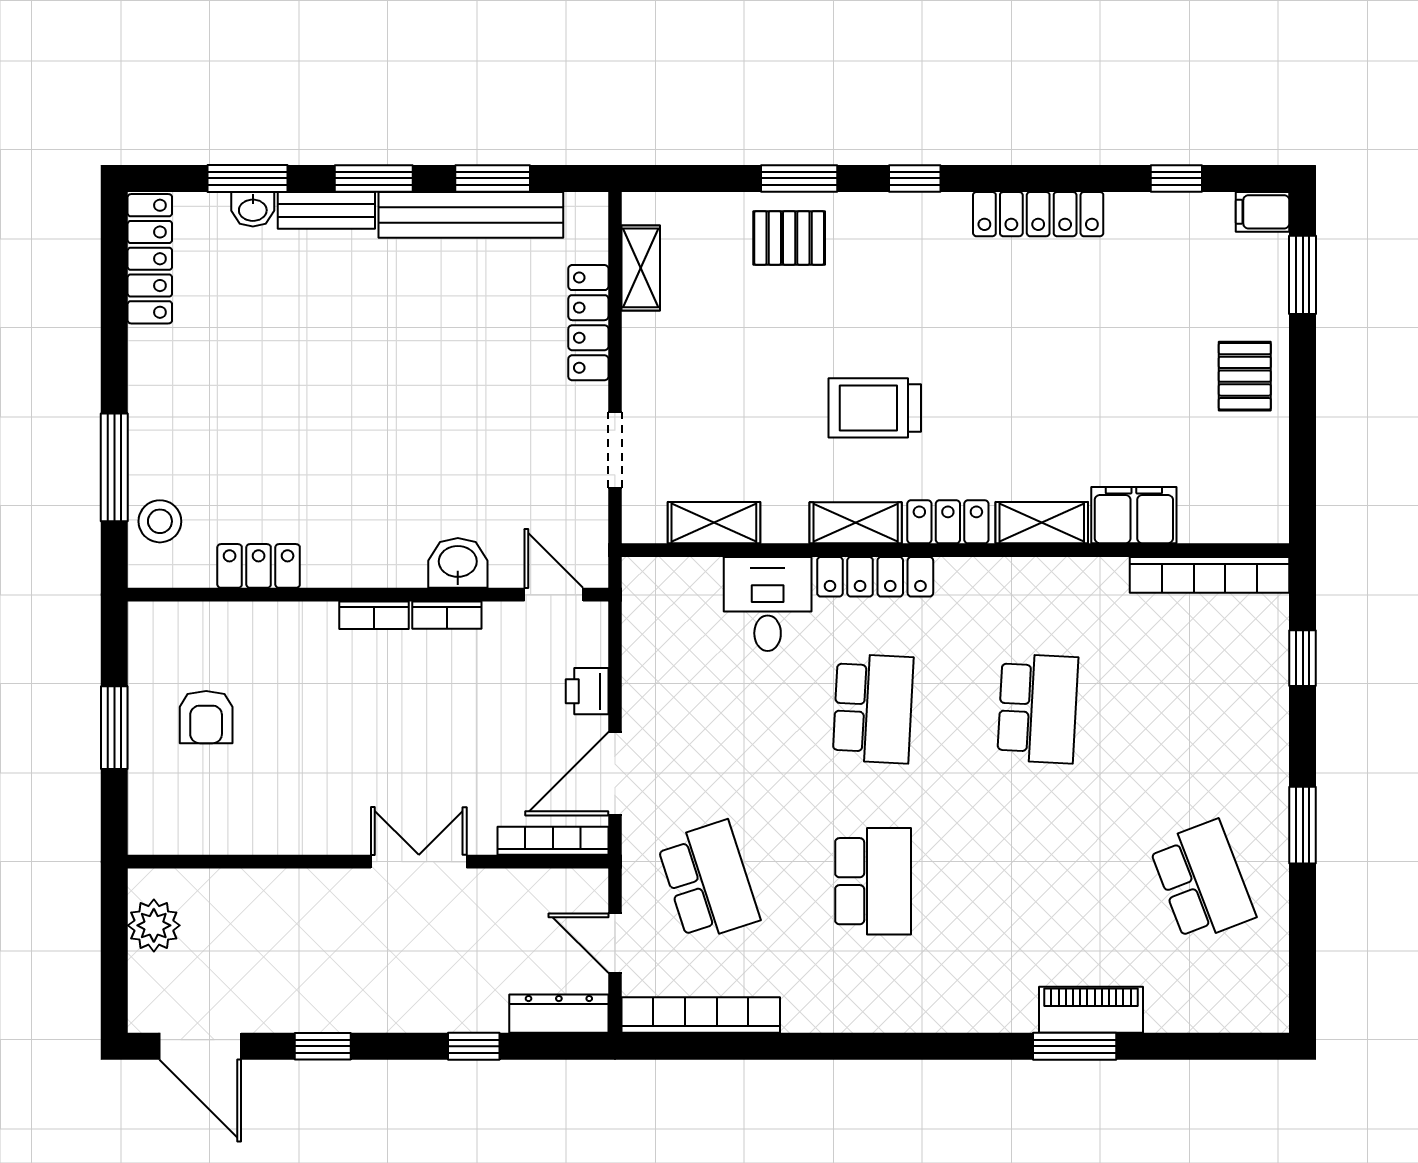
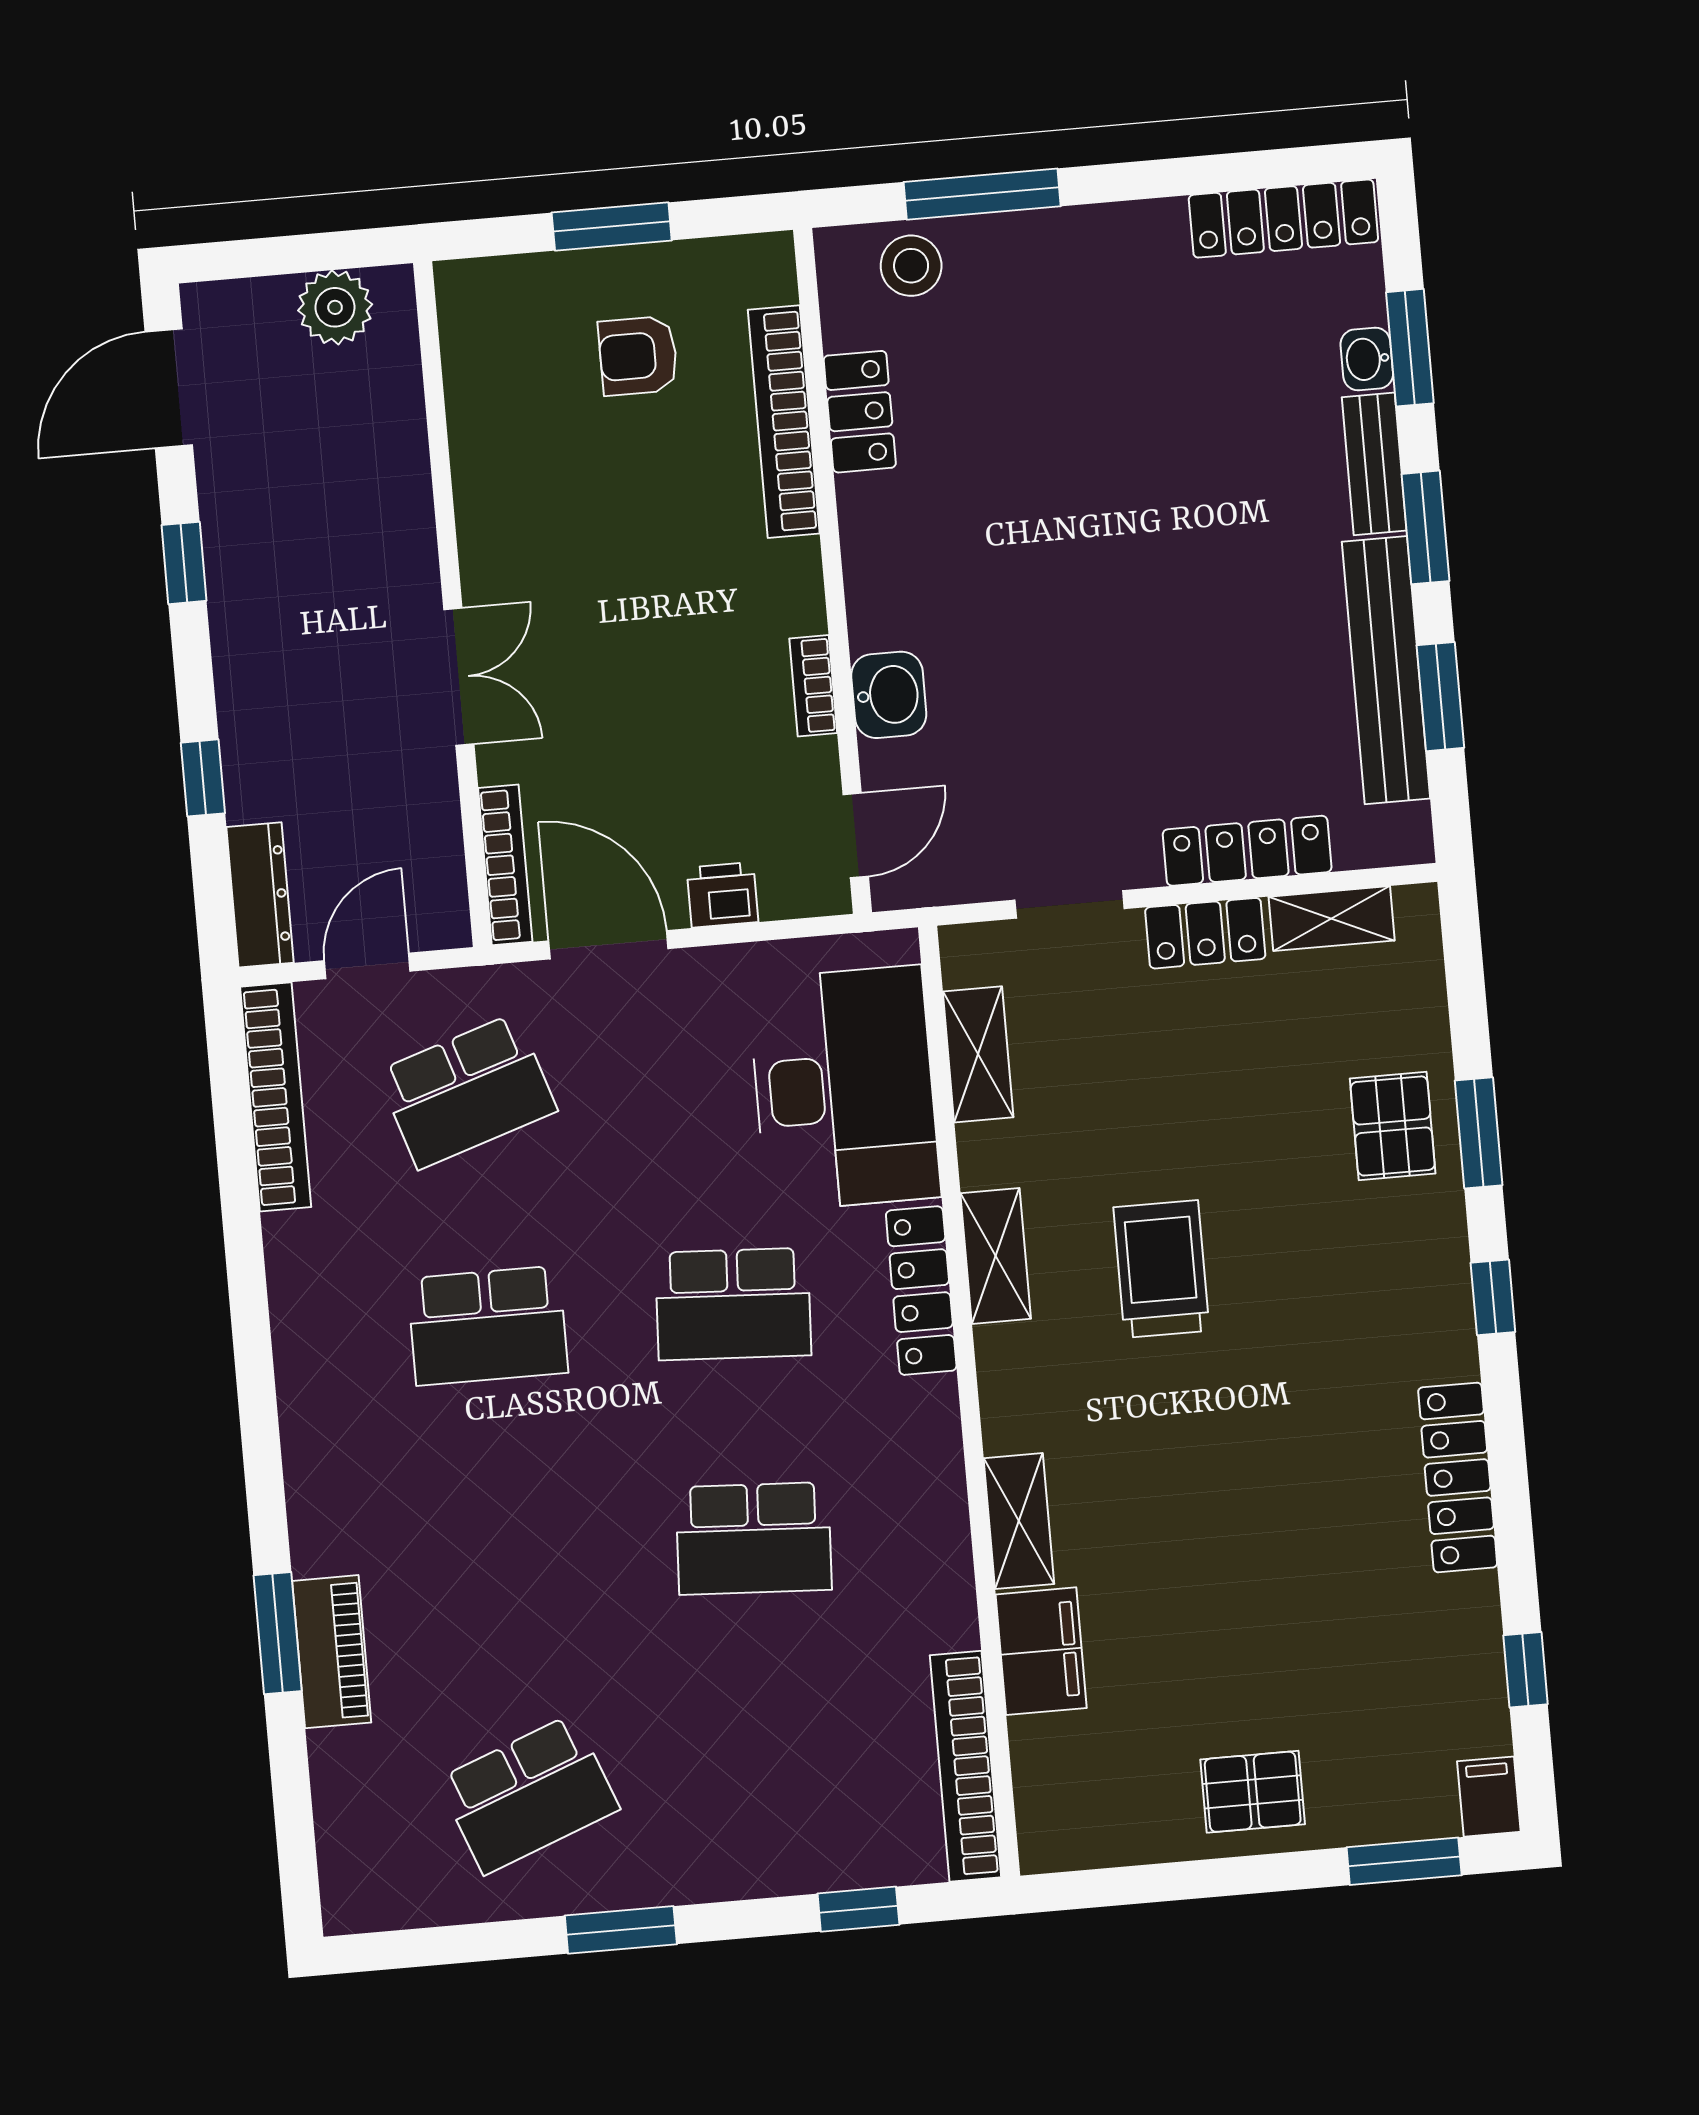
locker: (948, 522) -> (1205, 933), moved, turned 90
desk: (768, 604) -> (844, 1088), width x1.87, depth x1.30
bookcase: (374, 615) -> (784, 422), moved, width x2.31, depth x1.31

